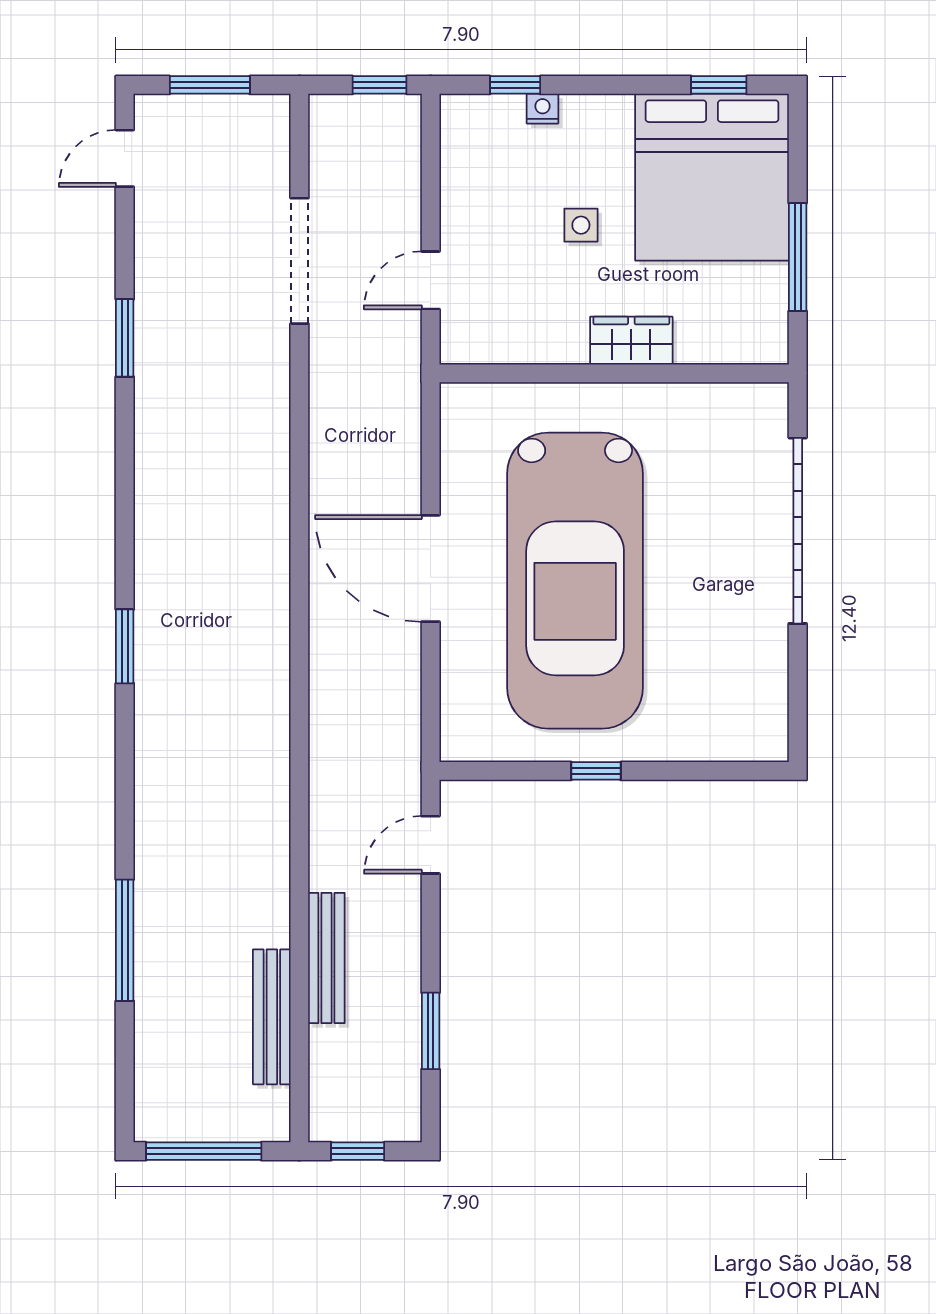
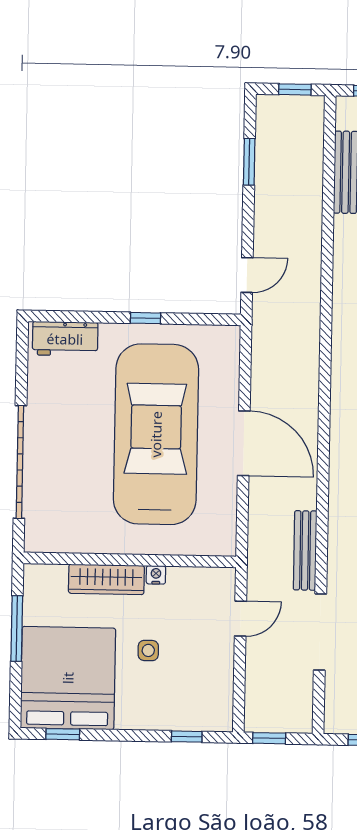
nightstand: (542, 109) -> (156, 575), moved, turned 180
wardrobe: (631, 341) -> (106, 579), width x1.50
workbench: (727, 735) -> (65, 339), added
bench: (326, 958) -> (305, 550), moved

